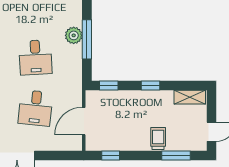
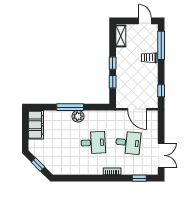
window: (87, 39) -> (70, 107), moved
window: (109, 85) -> (113, 82), moved
window: (176, 156) -> (161, 45), width x1.44

